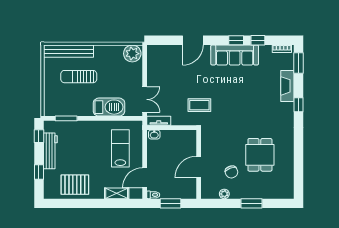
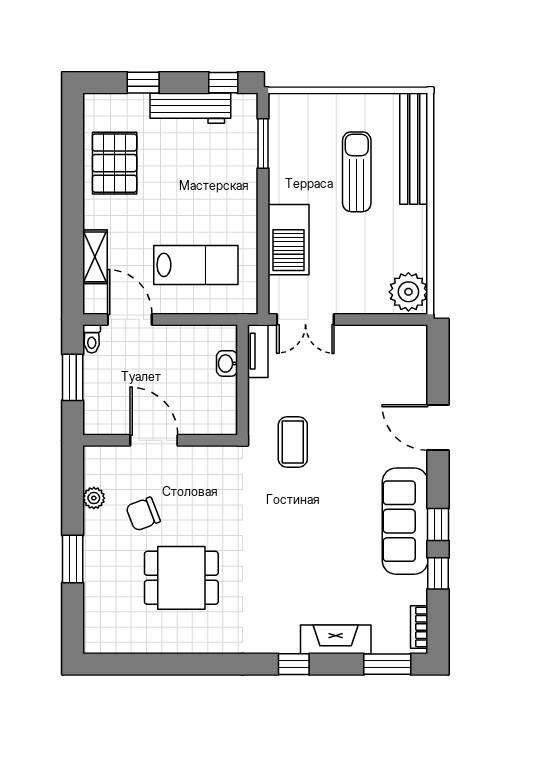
washbasin: (154, 135) -> (227, 363), moved

